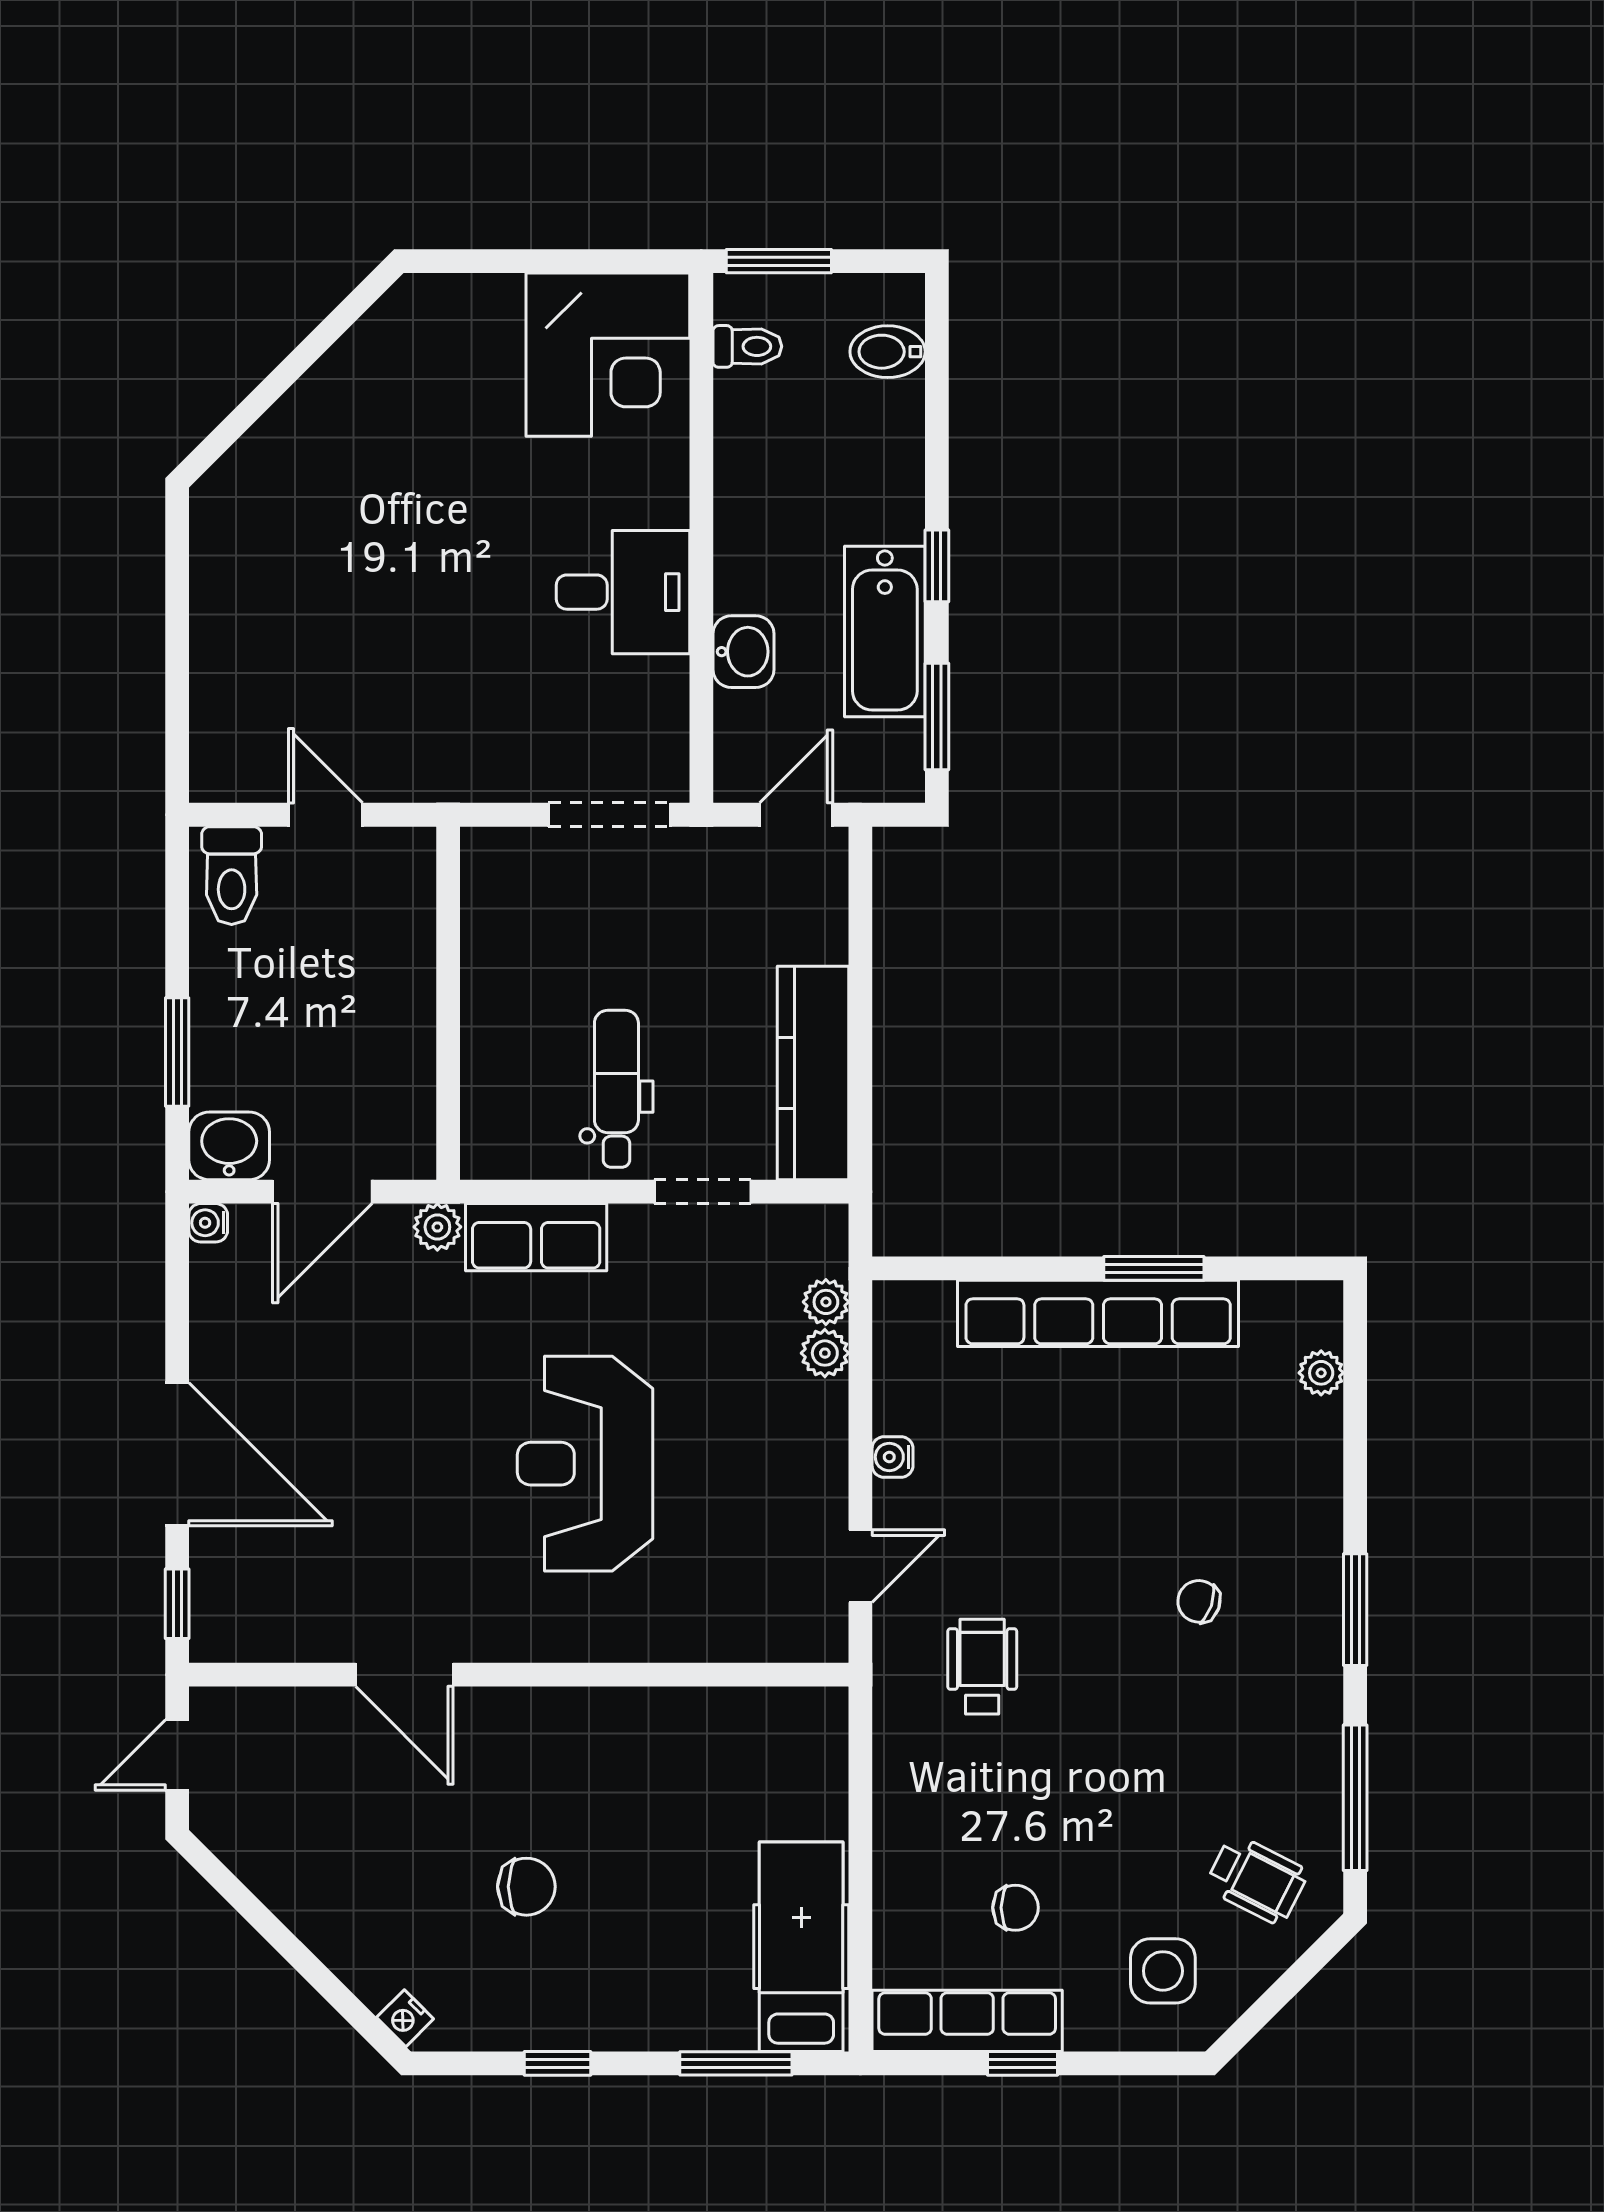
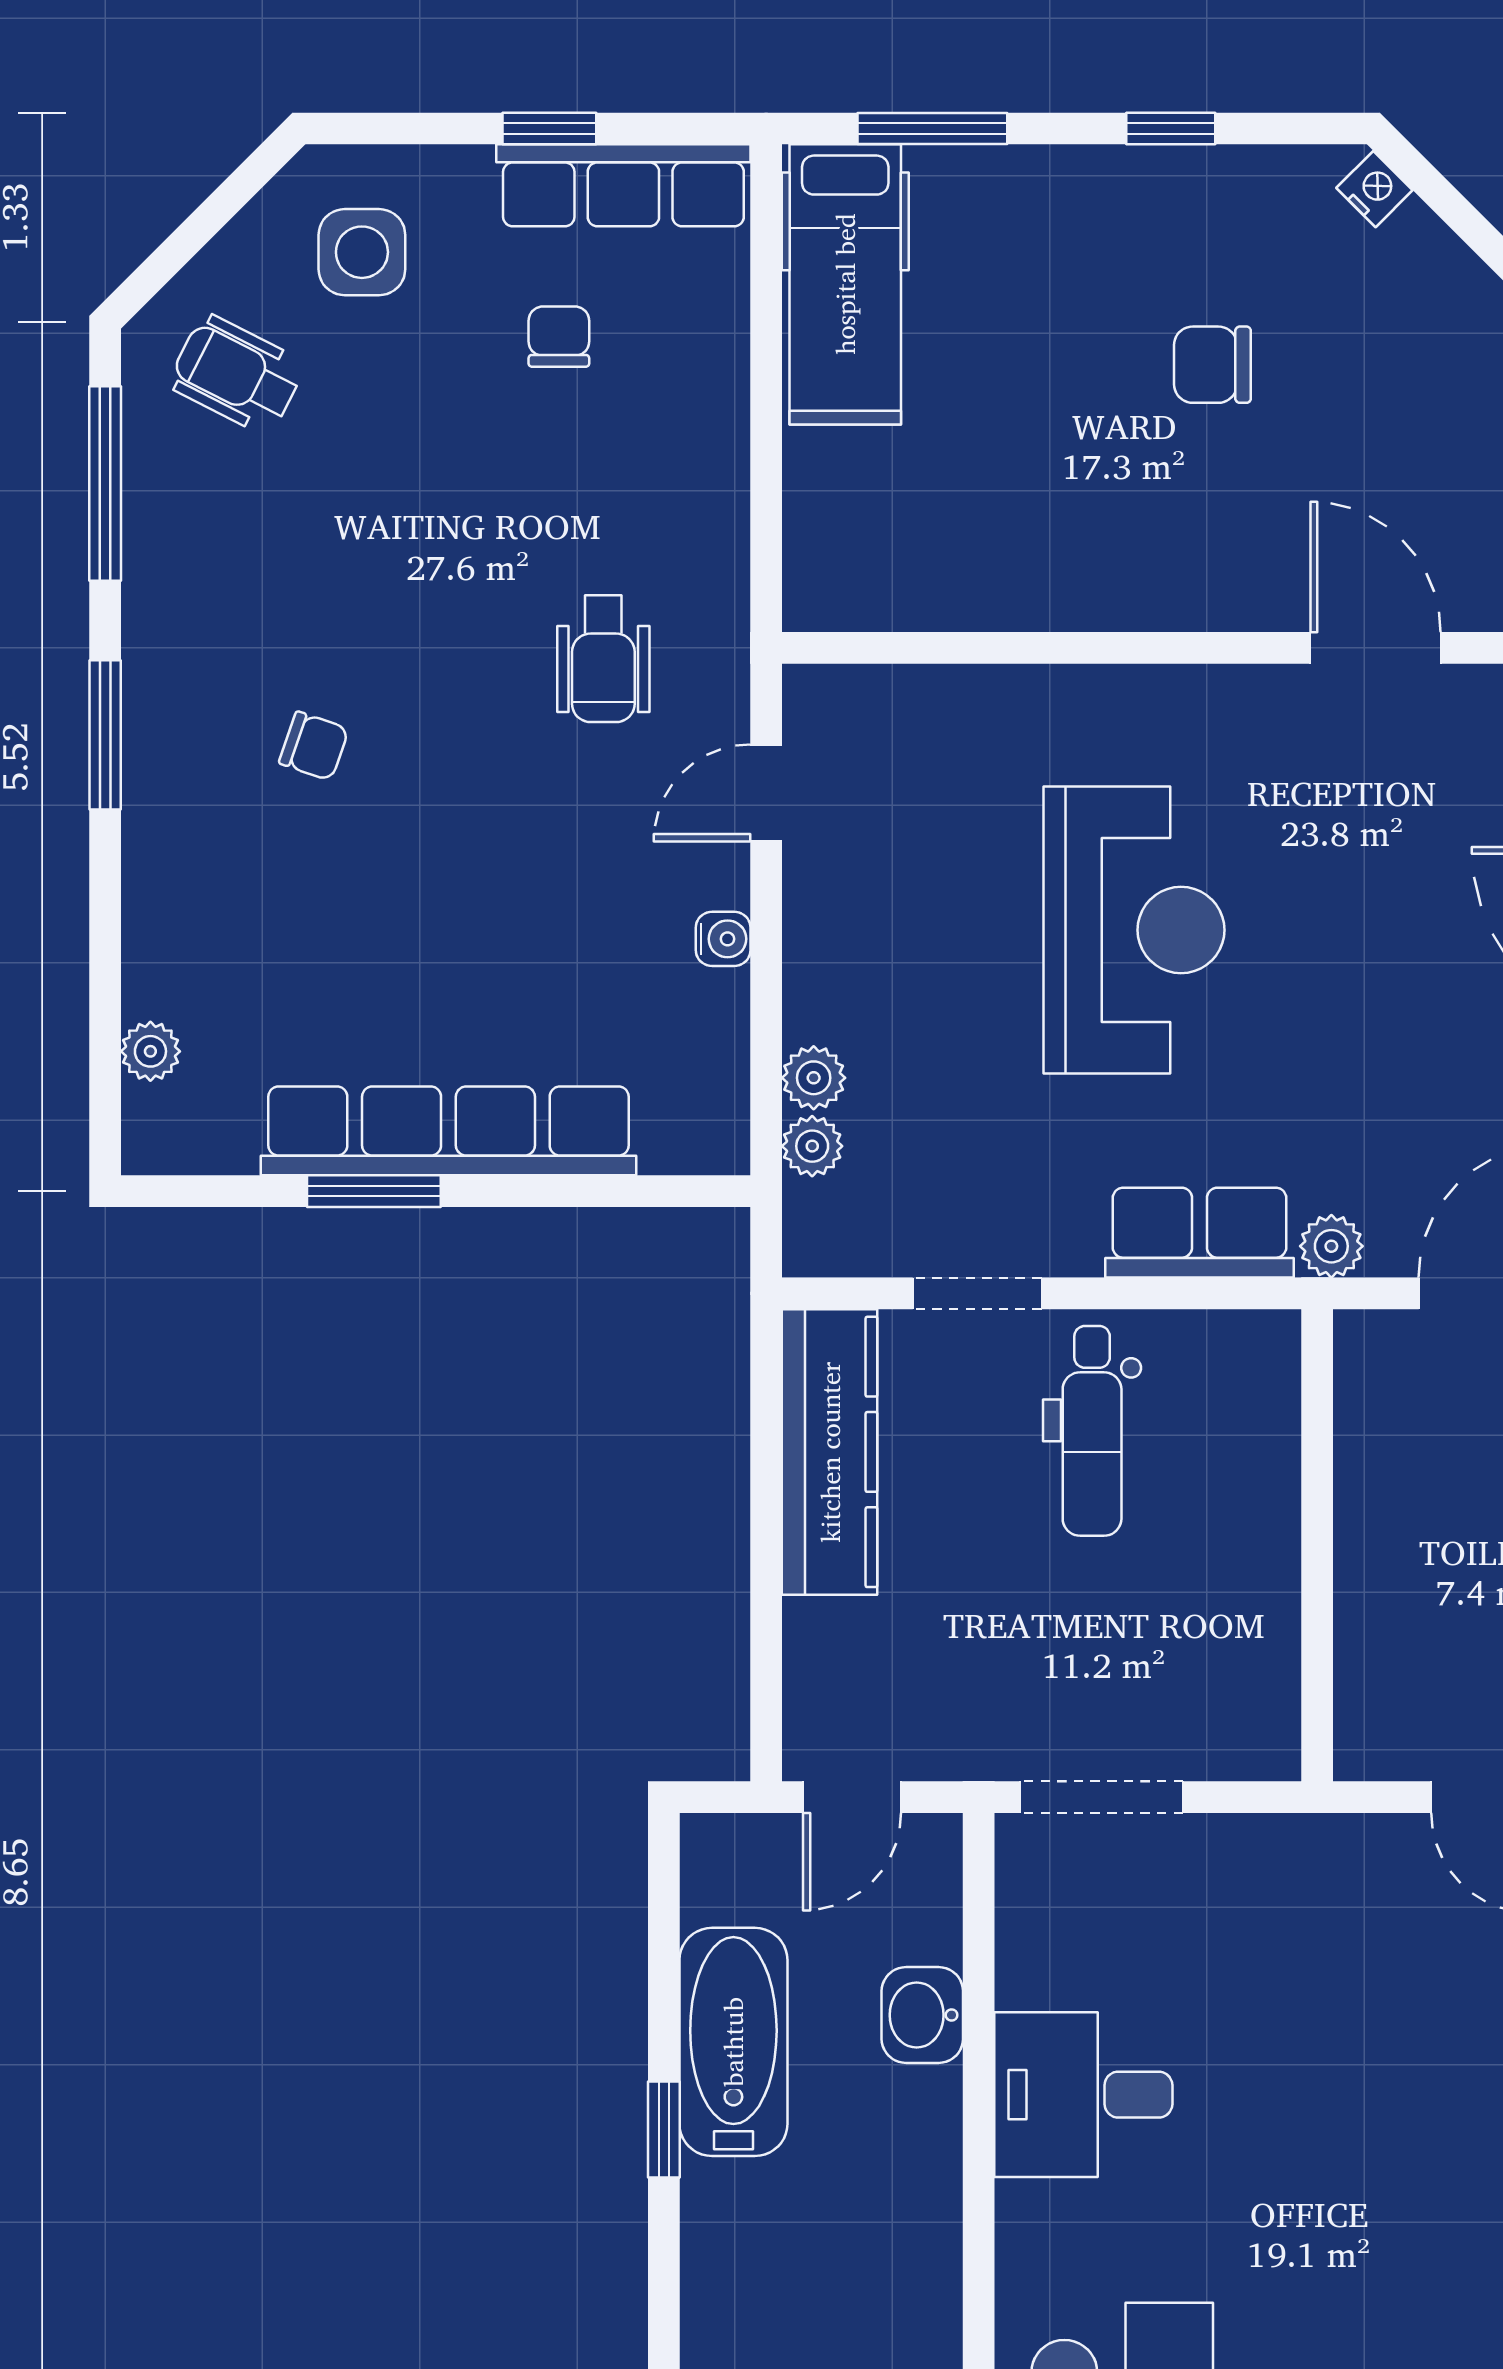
window: (937, 716) -> (664, 1929), removed
chair: (1015, 1908) -> (559, 337), turned 90

